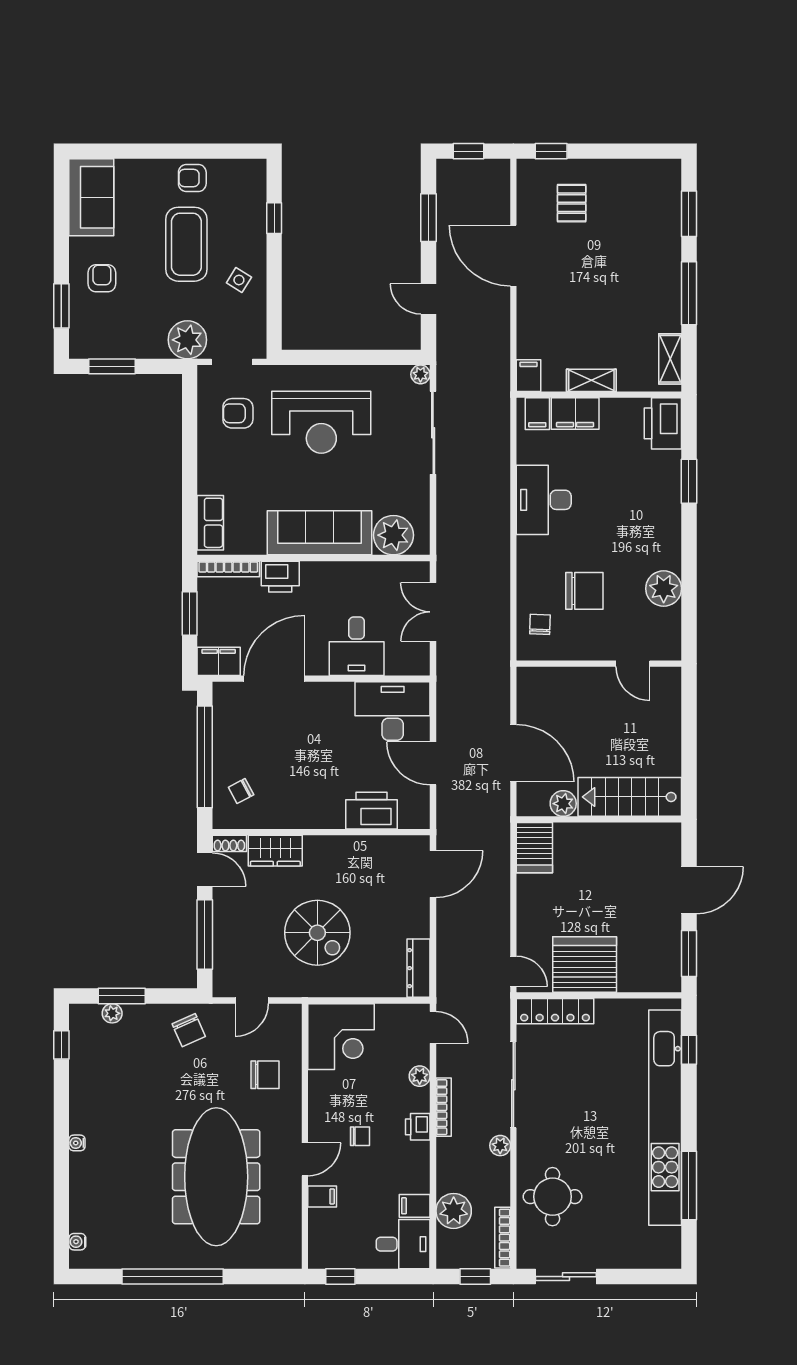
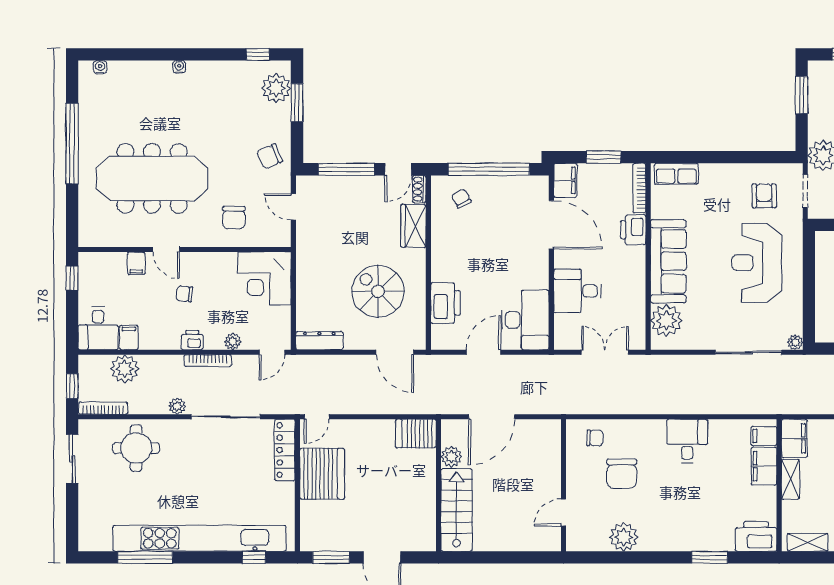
filing cabinet: (528, 376) -> (794, 438), width x2.00
desk: (544, 500) -> (687, 441), width x0.73
spiral stairs: (317, 933) -> (378, 291), moved, turned 90
plant: (112, 1013) -> (276, 88), width x1.87, depth x1.87
chair: (360, 1136) -> (185, 294), turned 96

